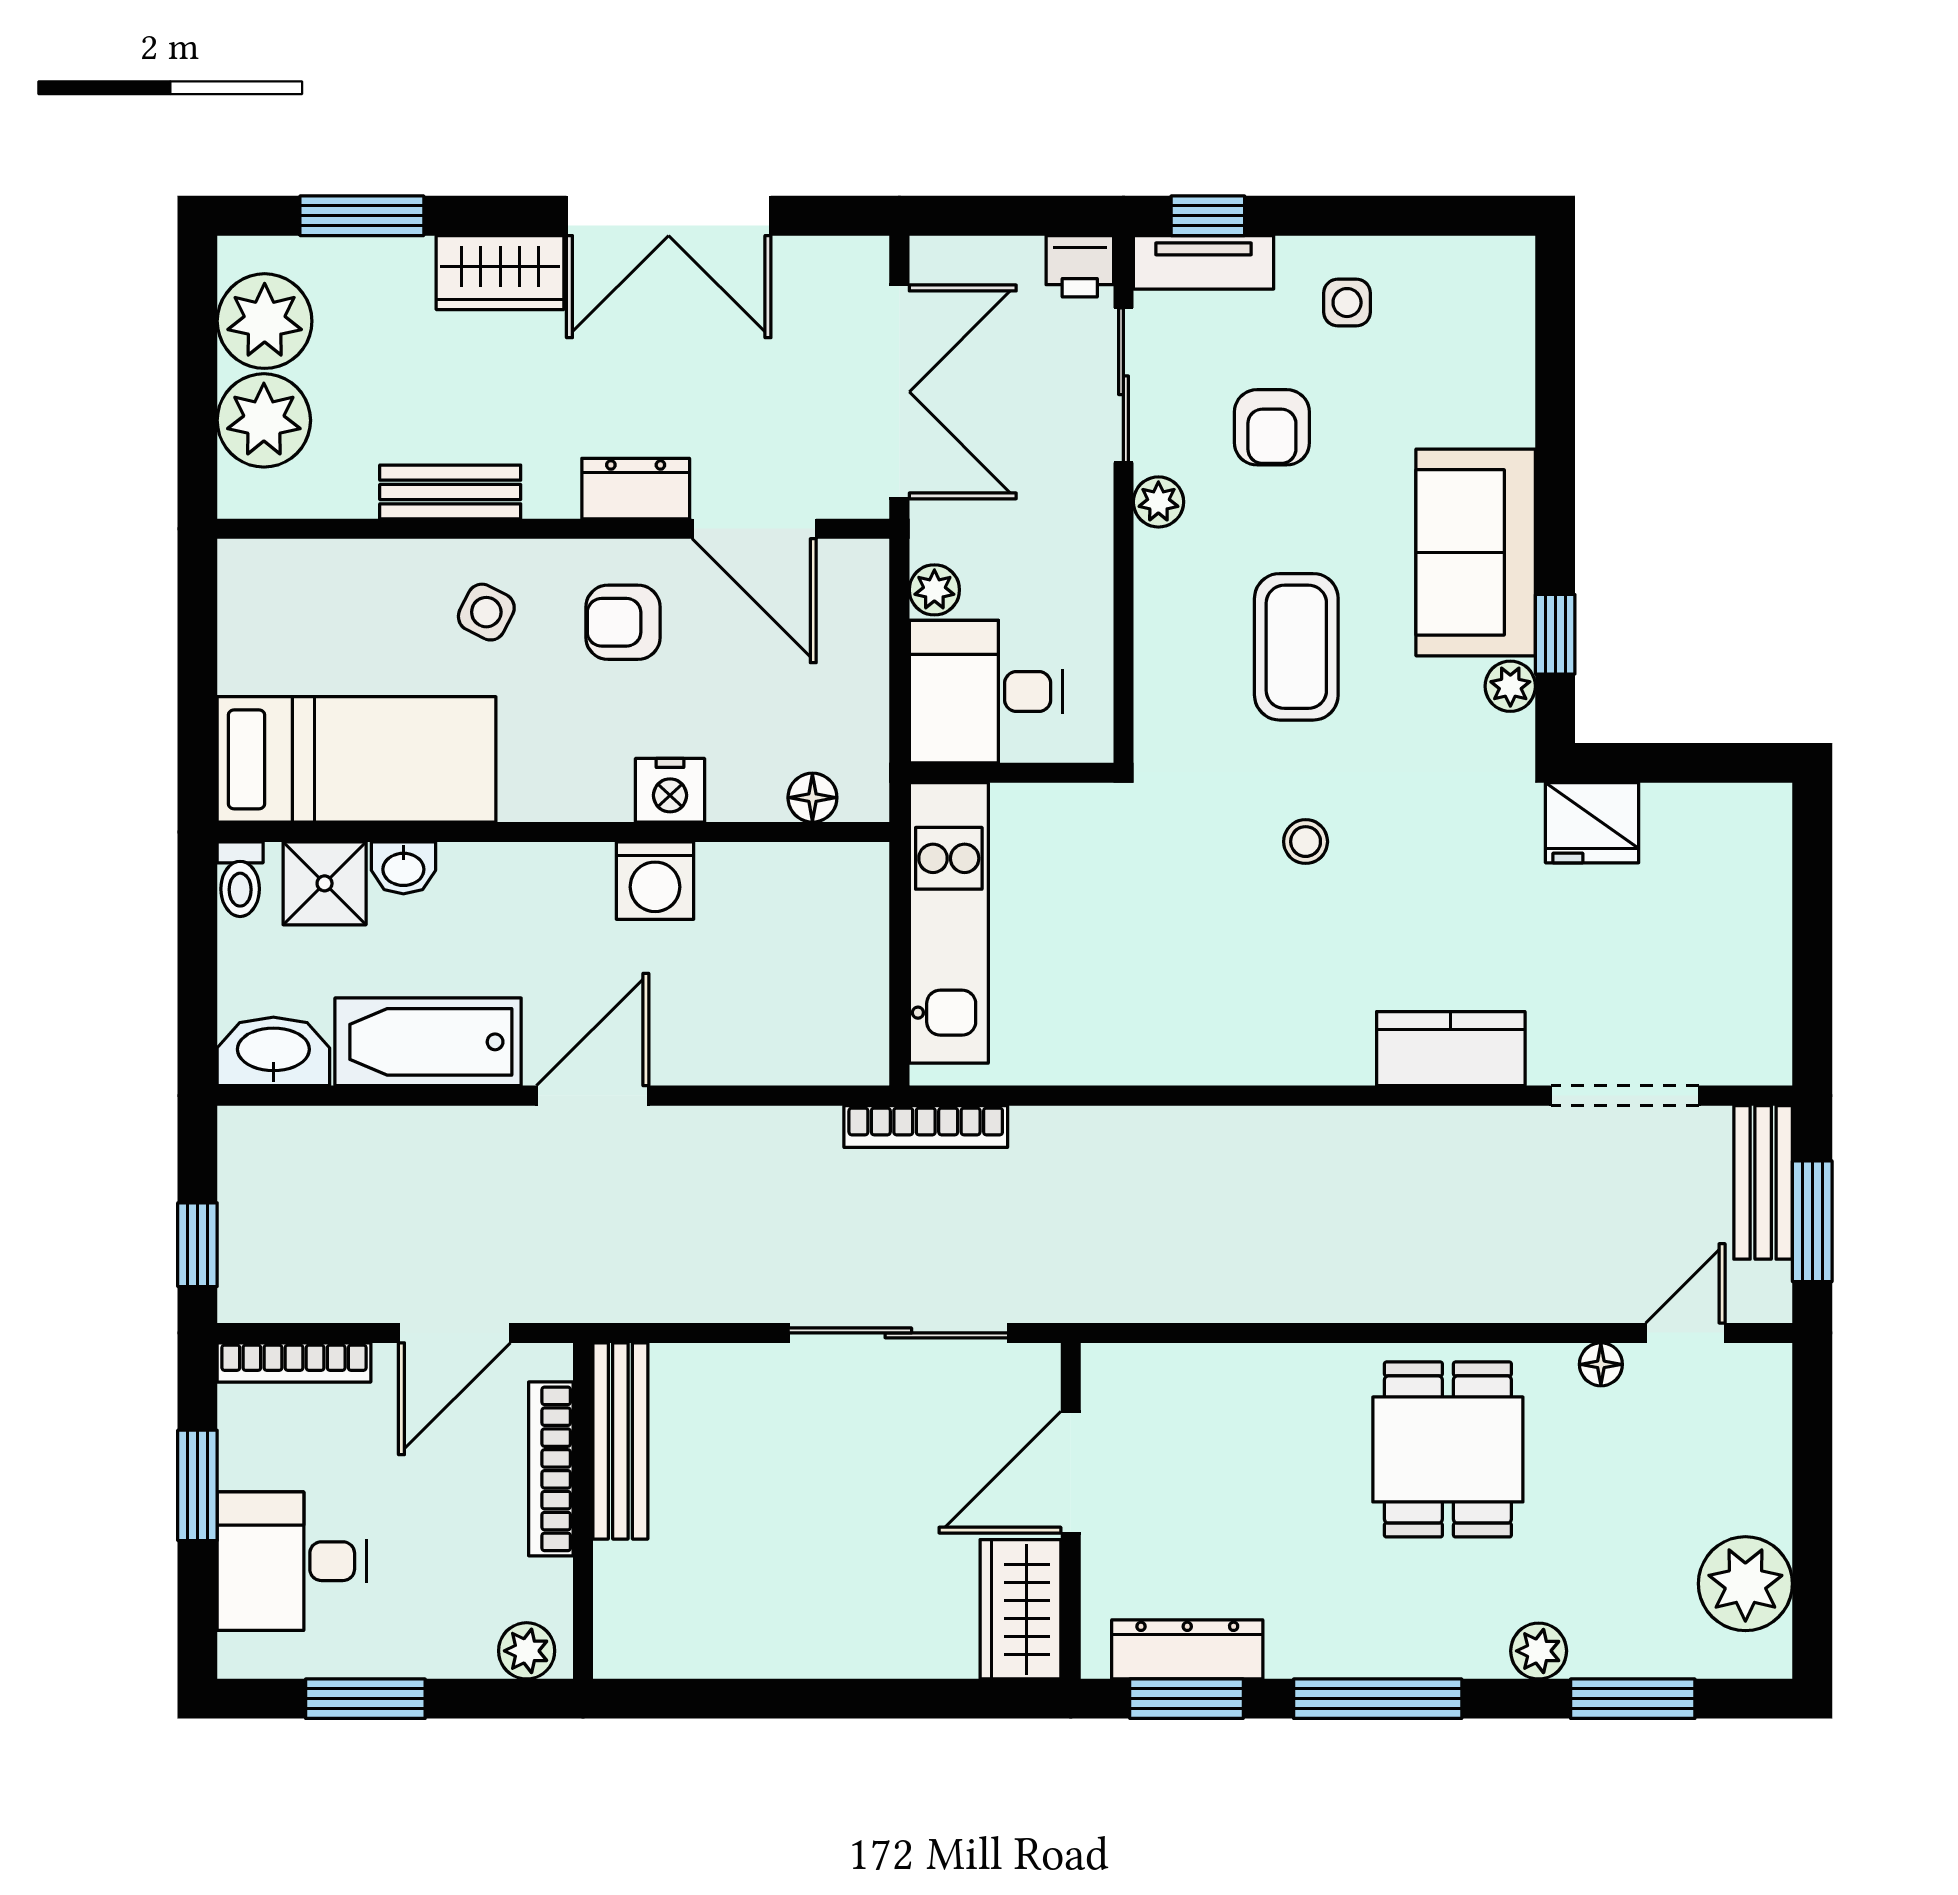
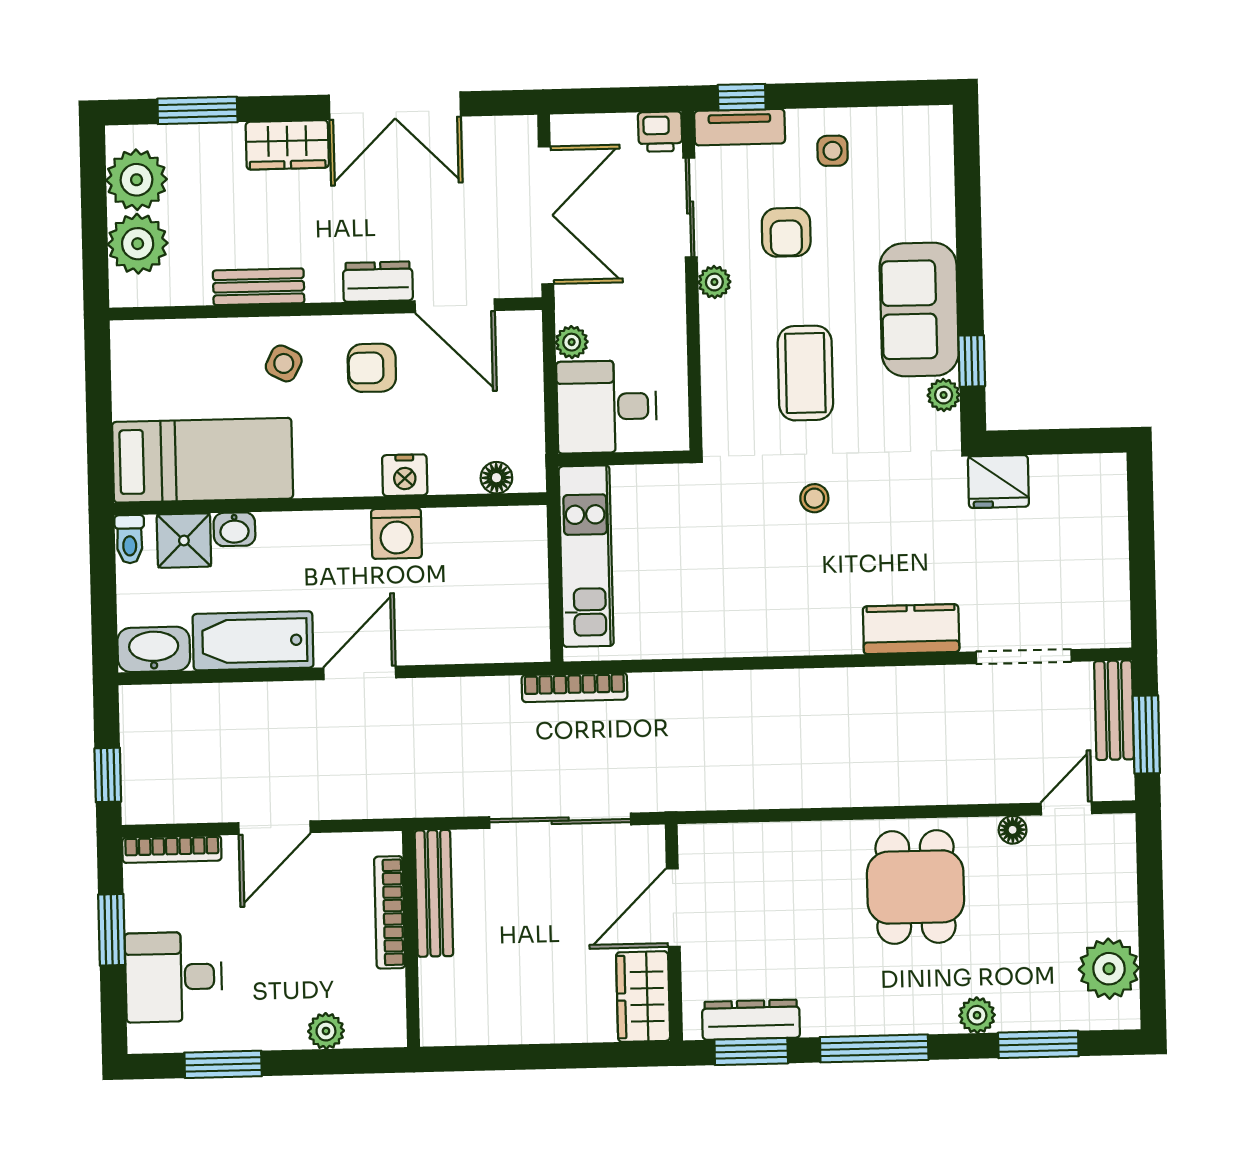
bench: (620, 1441) -> (434, 893), moved
bookcase: (551, 1469) -> (390, 912), moved
wall: (583, 1511) -> (411, 939), moved

